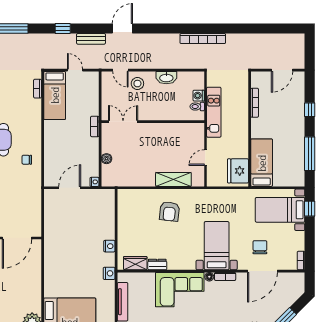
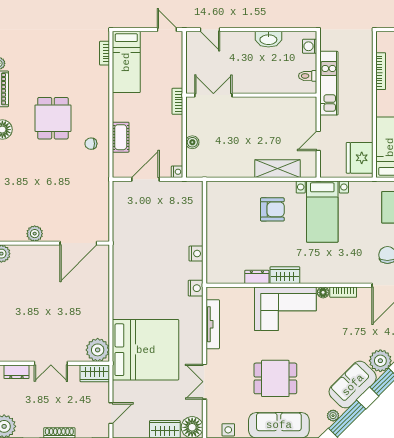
door: (75, 70) -> (167, 30), moved
stool: (137, 84) -> (232, 47), removed
washing machine: (199, 96) -> (310, 46), moved
cot: (50, 155) -> (121, 137), added
armchair: (169, 211) -> (272, 209), turned -96
bed with nightstands: (217, 246) -> (322, 212), moved, turned 180
wardrobe: (135, 263) -> (285, 275), moved

